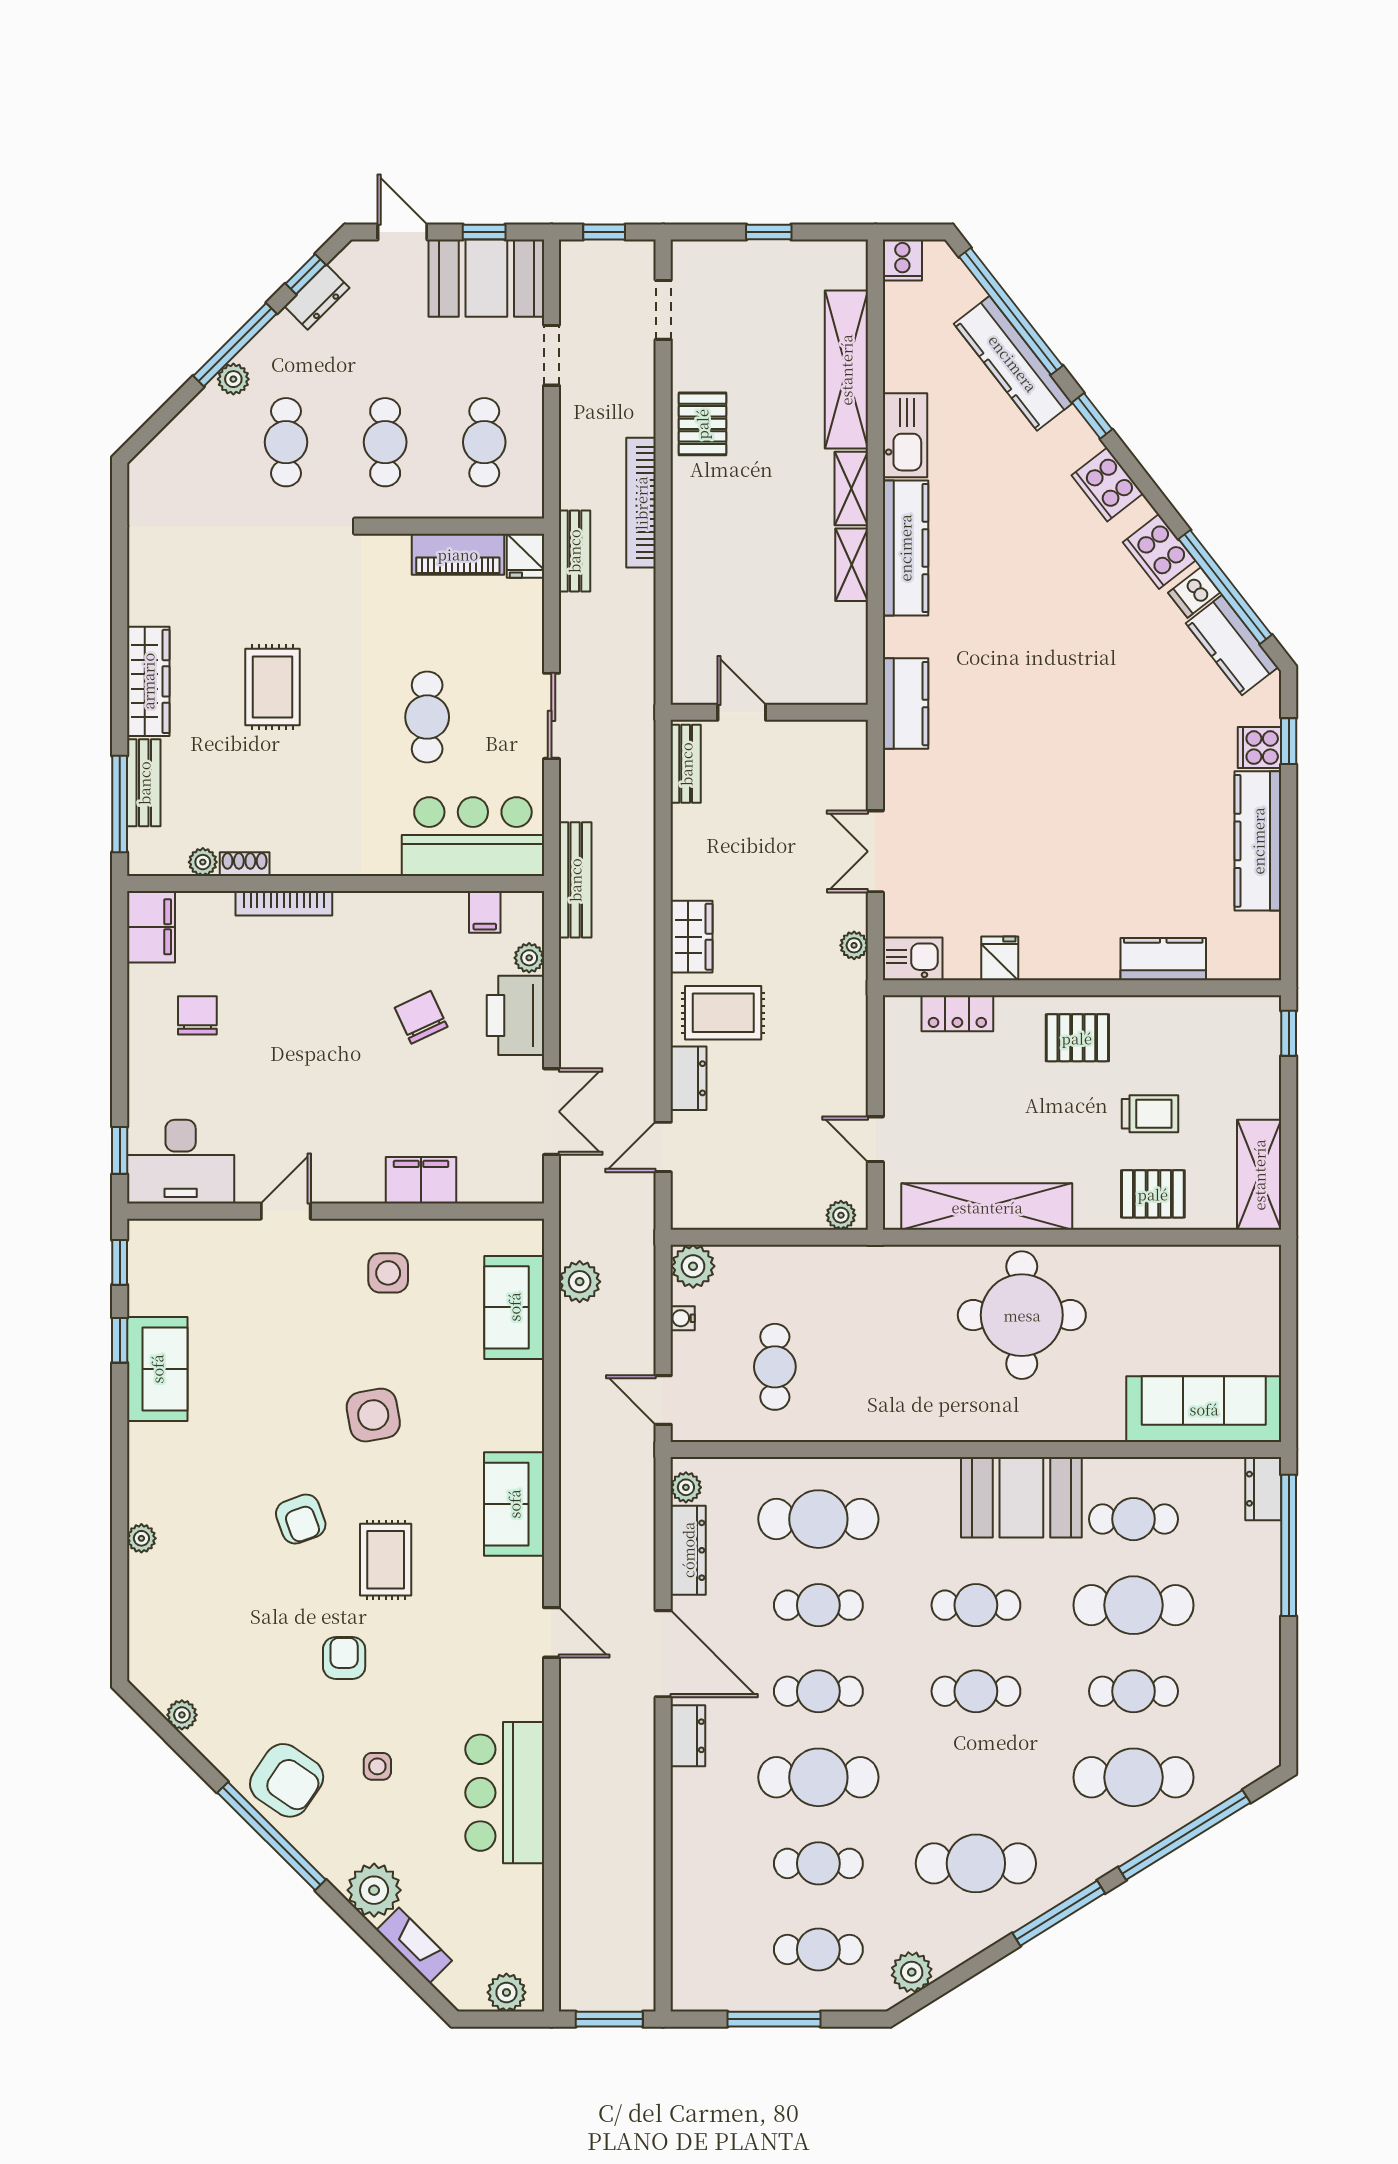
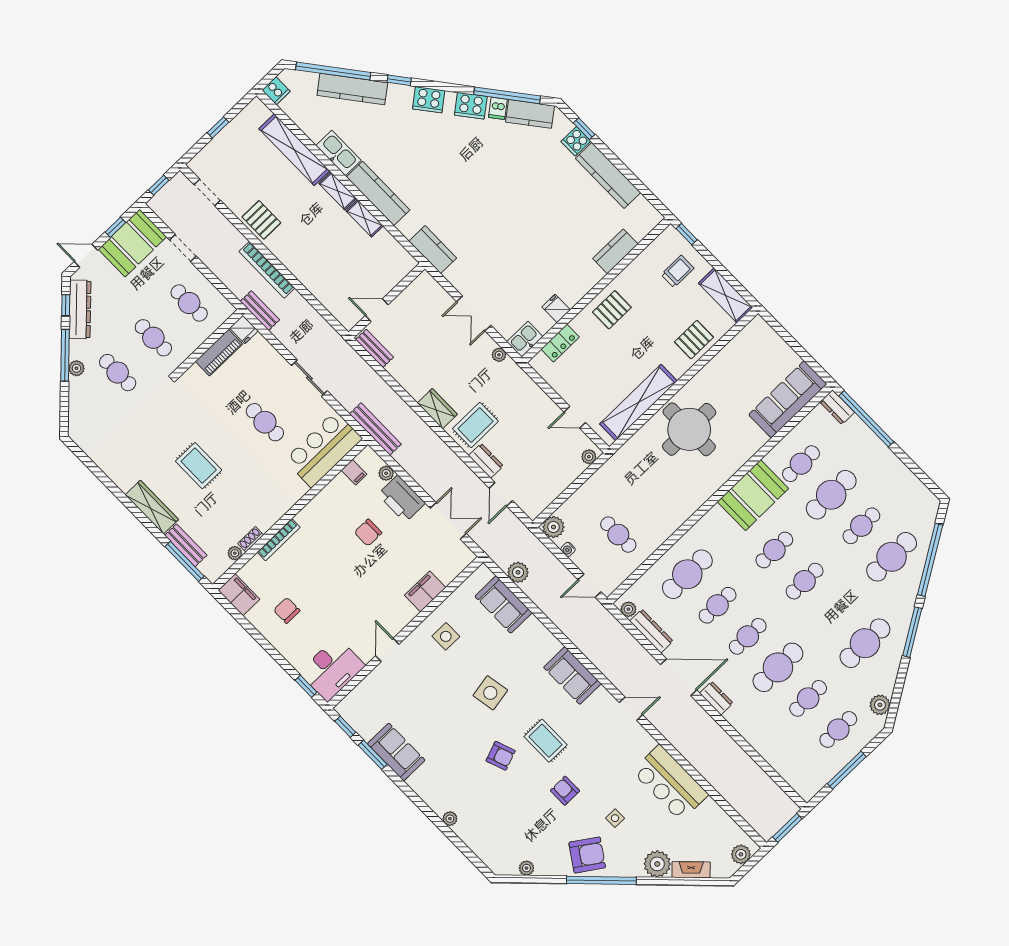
dresser: (317, 297) -> (80, 309), width x1.96, depth x1.24
chair: (421, 1017) -> (368, 533), turned -65
trolley: (1150, 1114) -> (678, 271), moved
window: (120, 1340) -> (373, 755), width x1.50

